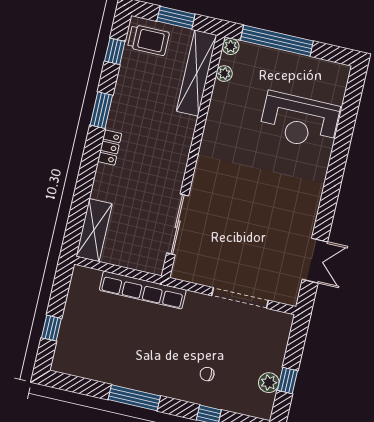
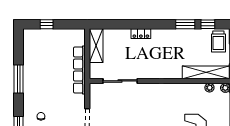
window: (101, 110) -> (185, 24), moved
locker: (110, 148) -> (141, 34), moved
shelving: (94, 230) -> (96, 46), moved, turned 90

